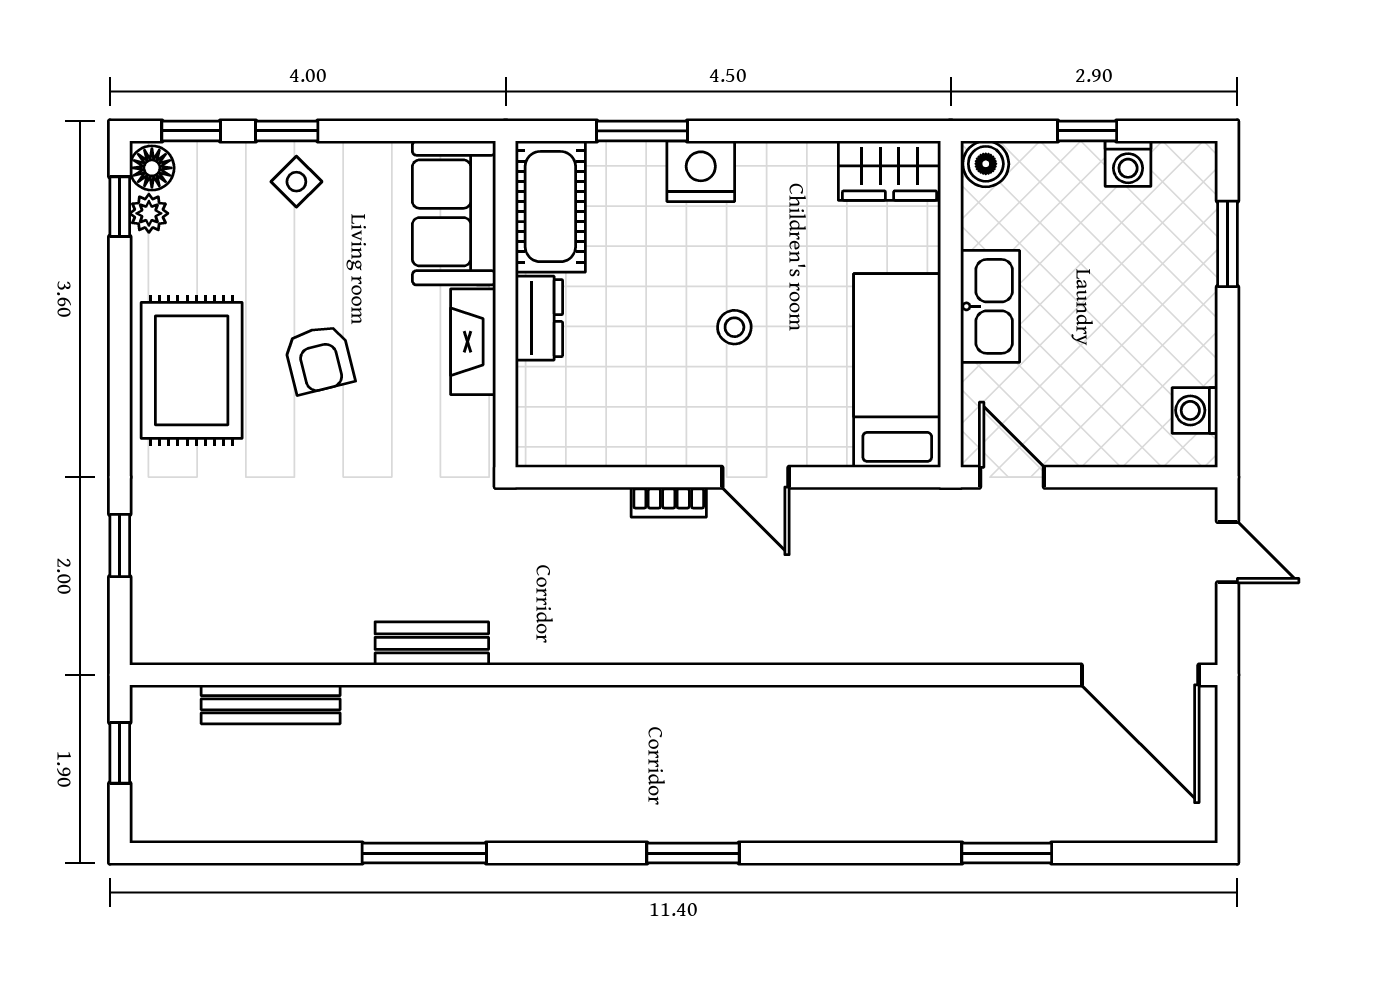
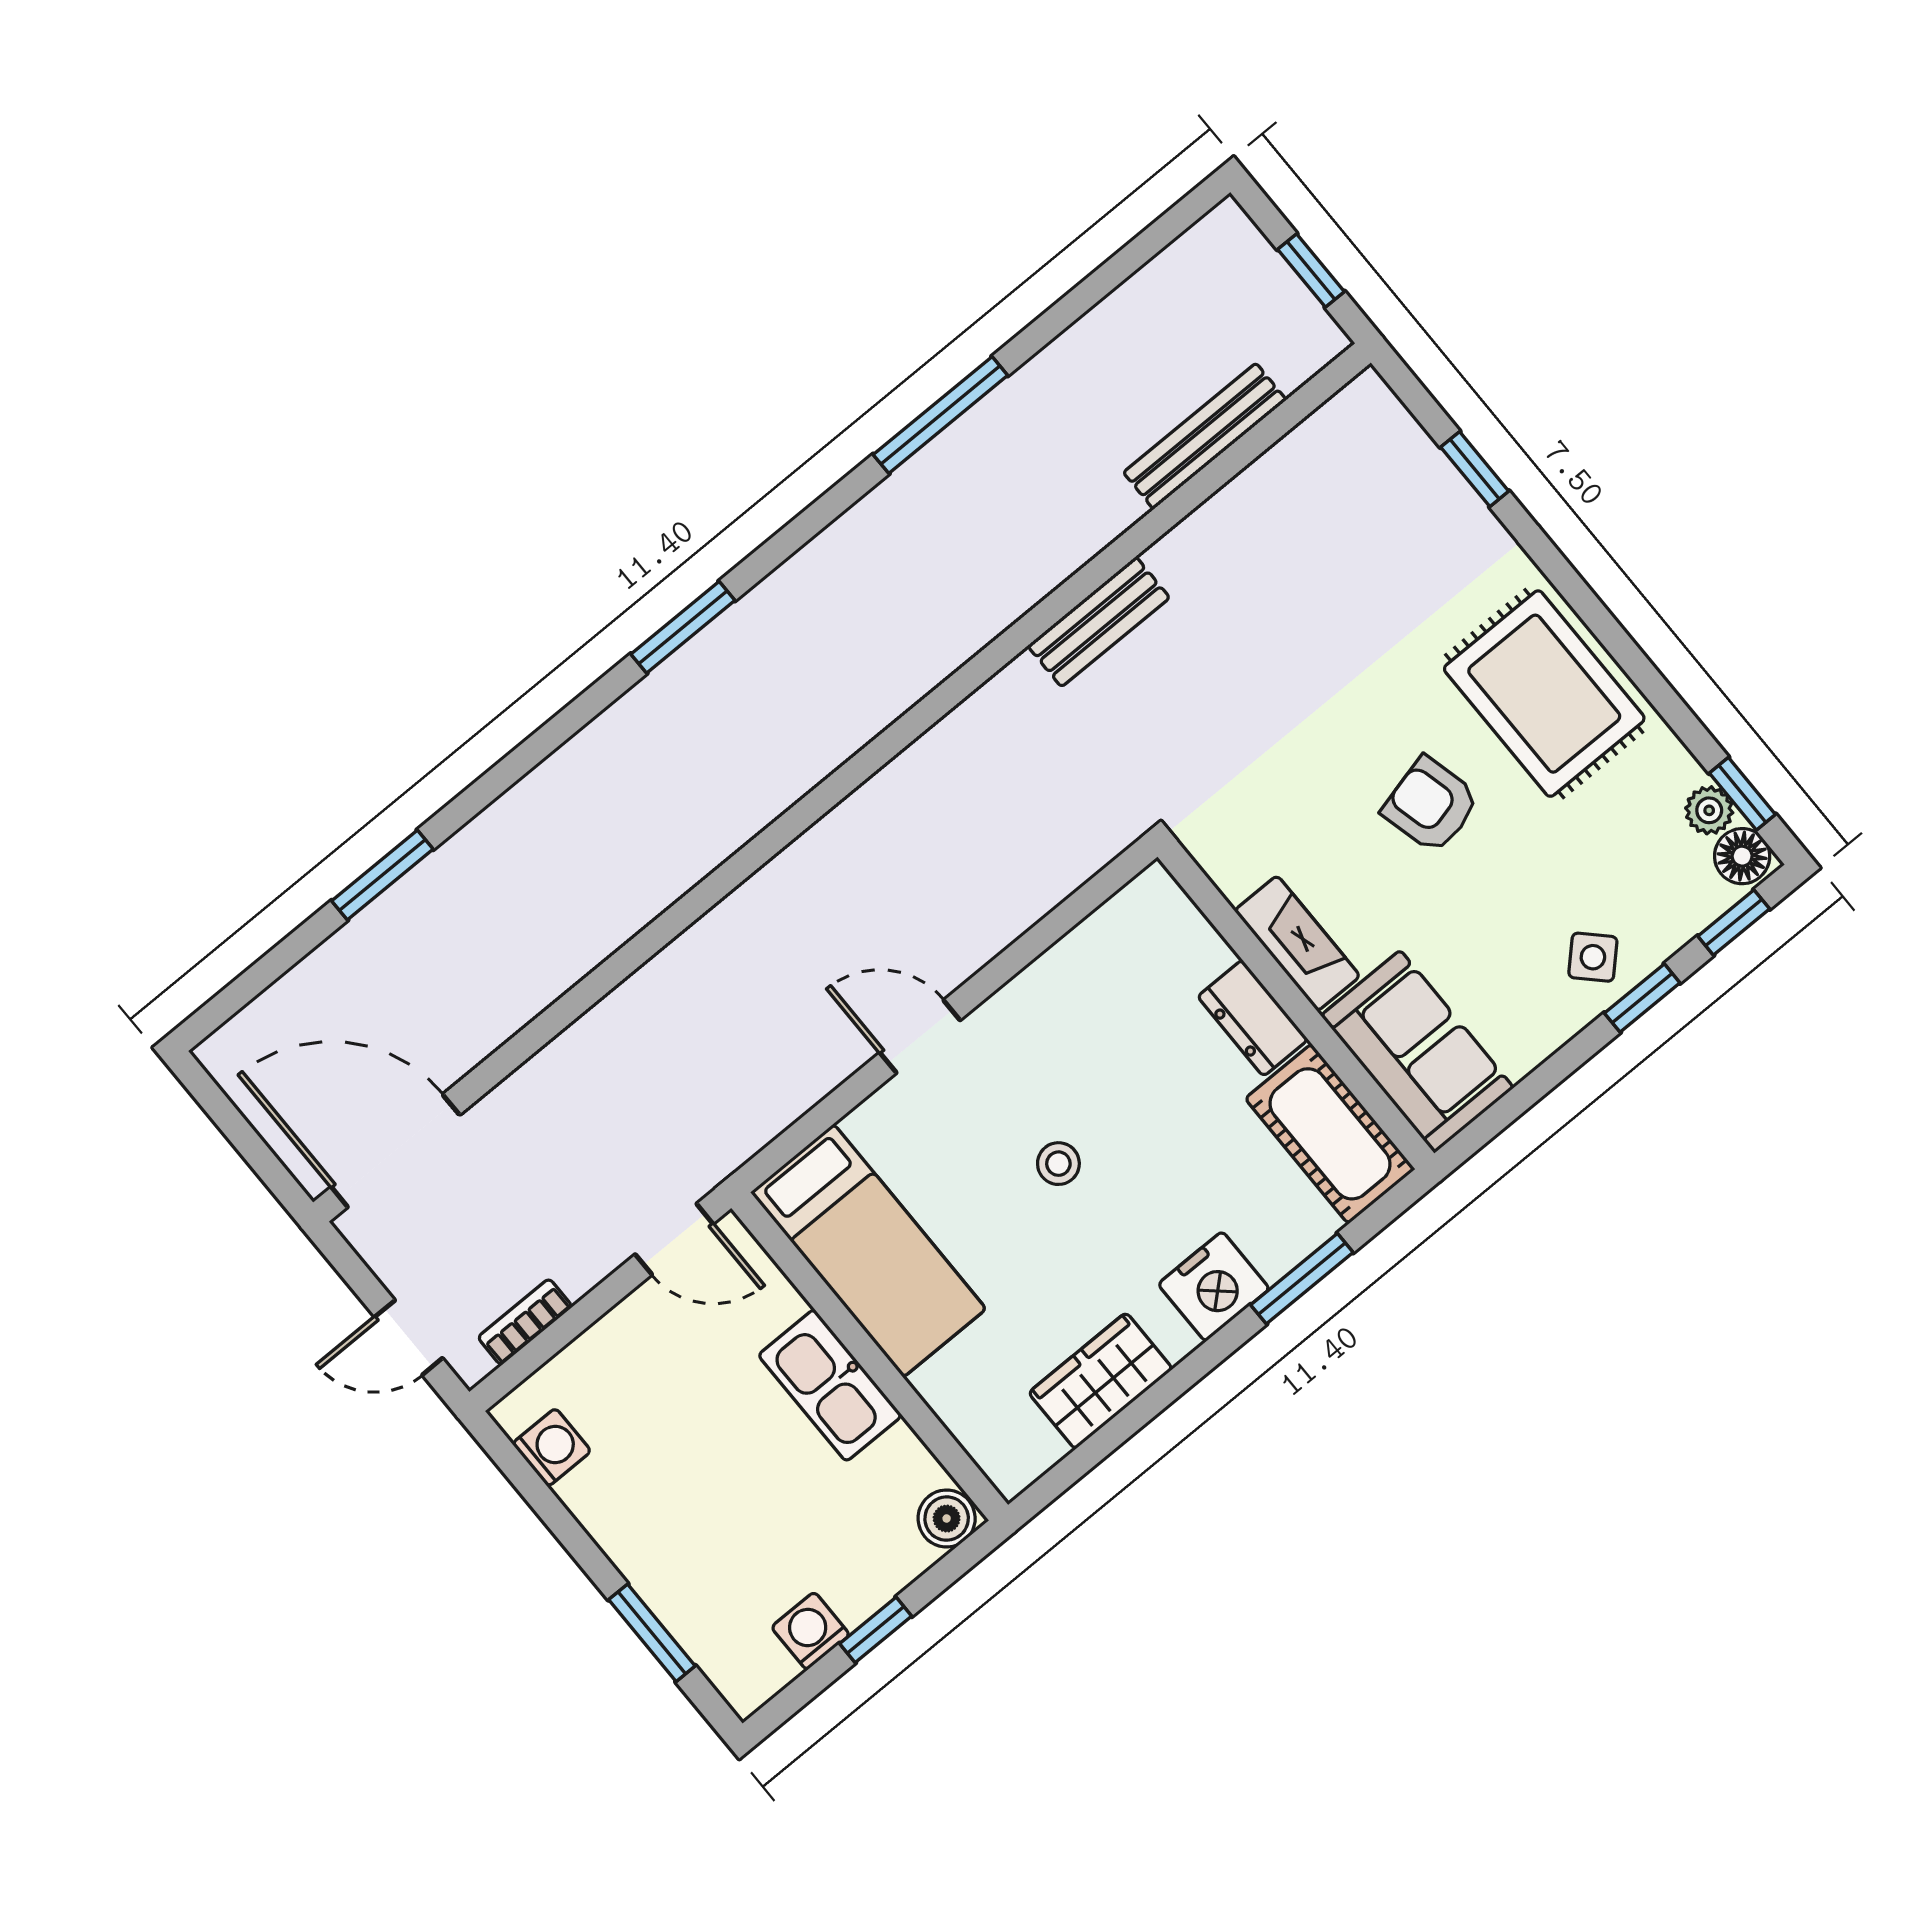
wardrobe: (890, 171) -> (1101, 1381), moved
bookcase: (669, 502) -> (525, 1322), moved

